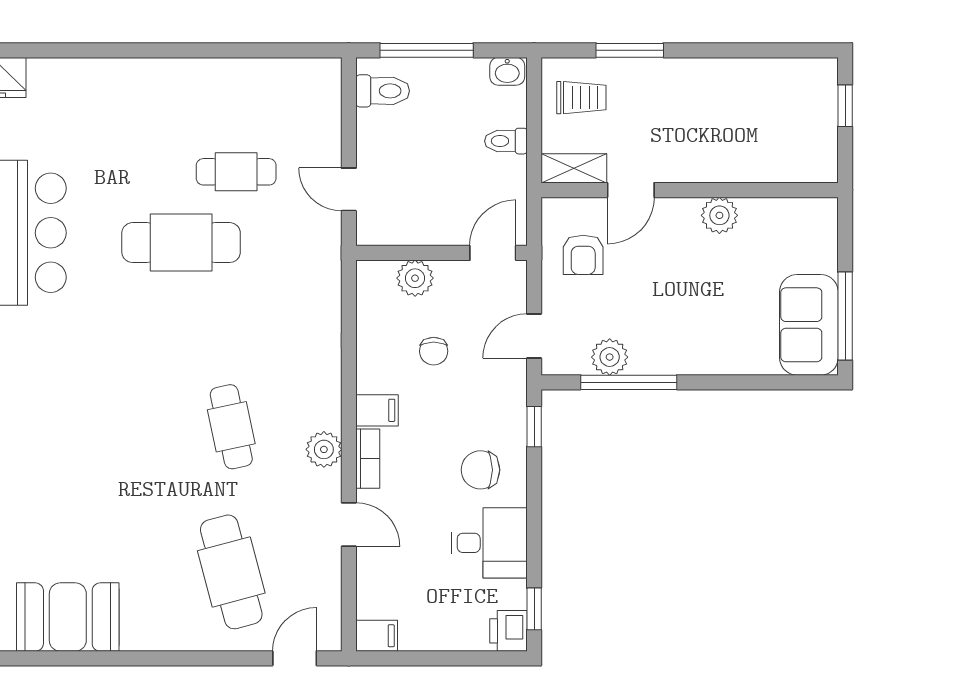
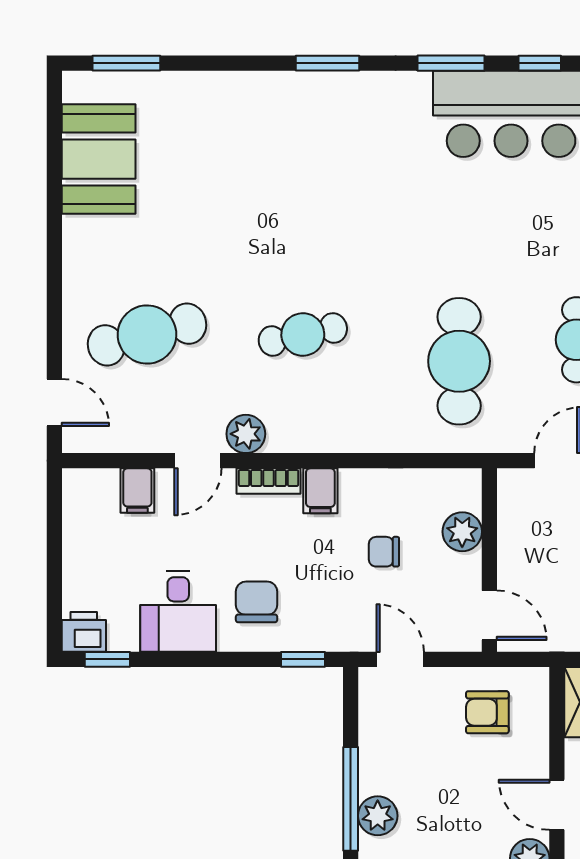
door: (631, 190) -> (557, 805), moved
cafe table: (181, 243) -> (459, 361), moved
plant: (610, 357) -> (378, 816), moved
window: (629, 382) -> (351, 799), moved
plant: (324, 449) -> (246, 434), moved
filing cabinet: (377, 636) -> (137, 491), moved

